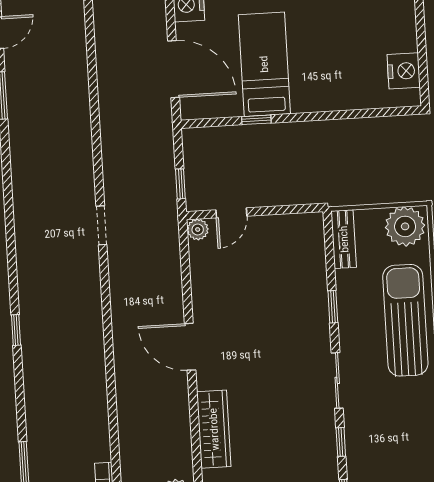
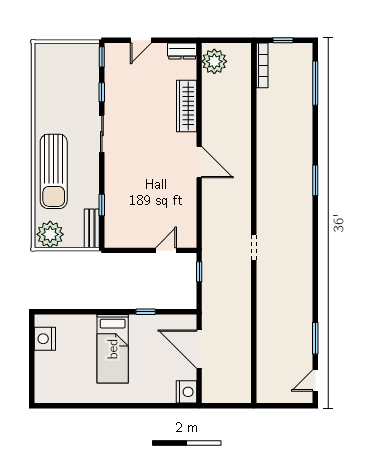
bed: (264, 64) -> (113, 349), moved
plant: (198, 229) -> (189, 241), removed
window: (333, 307) -> (102, 205), moved
window: (16, 330) -> (315, 180), width x1.50

